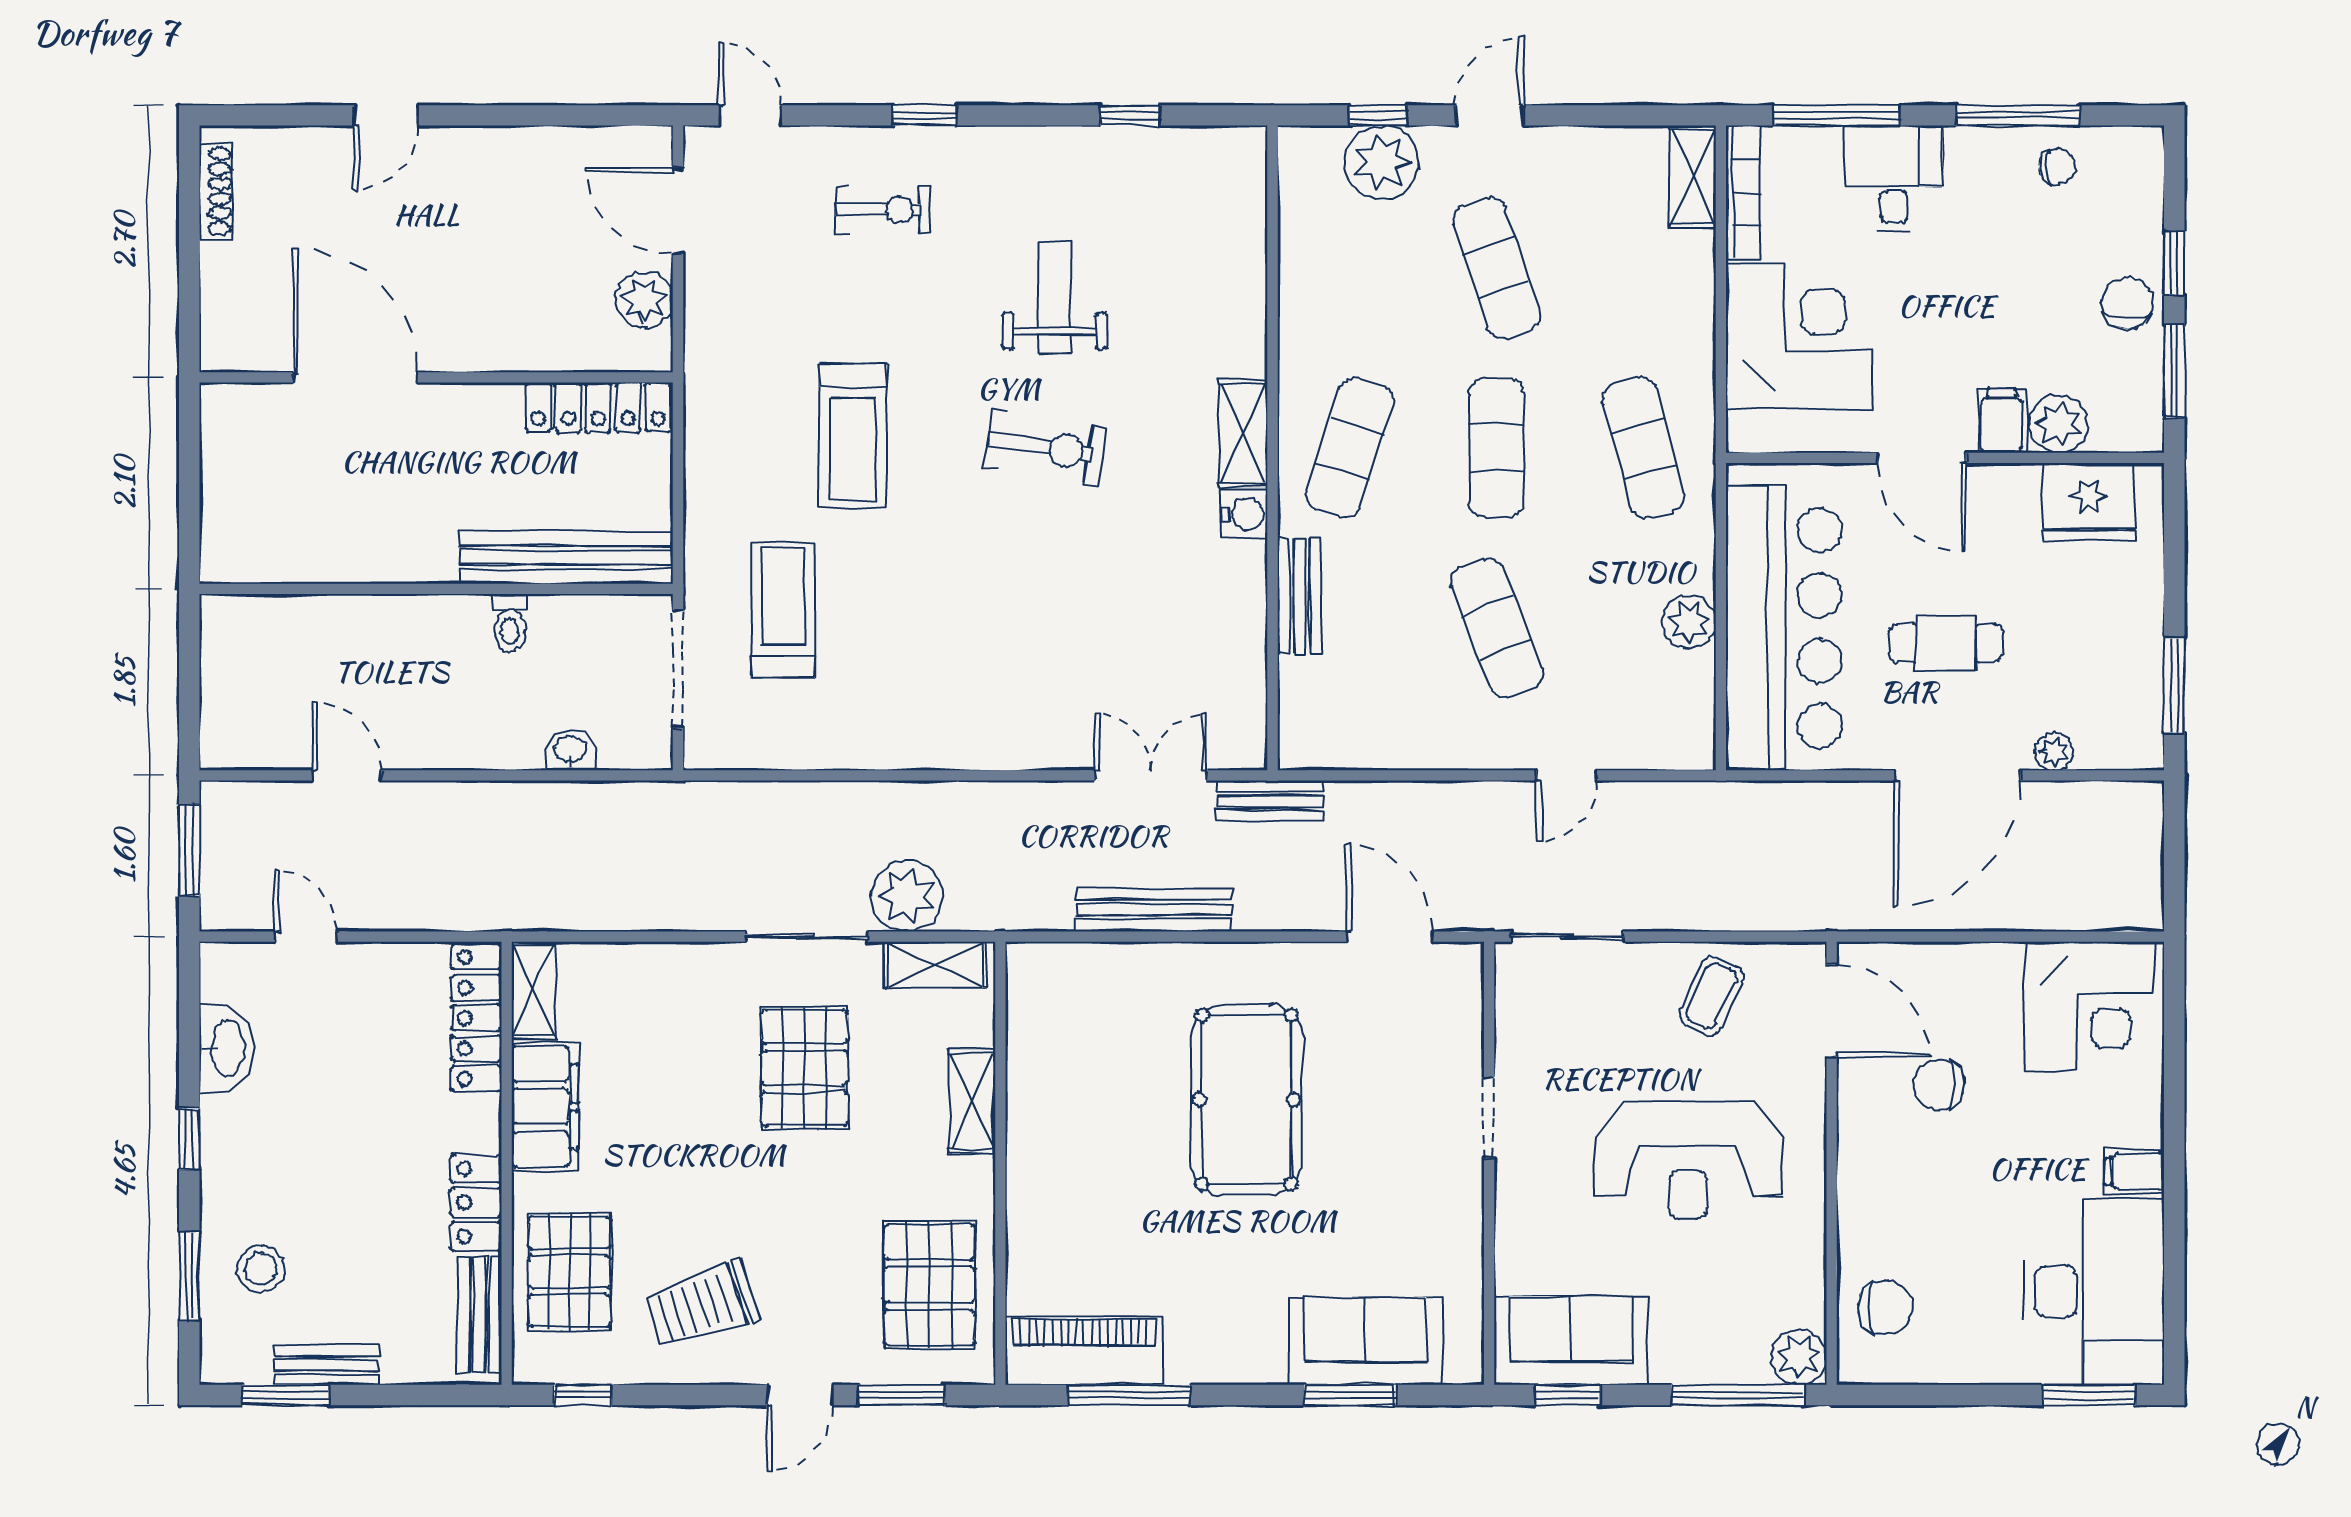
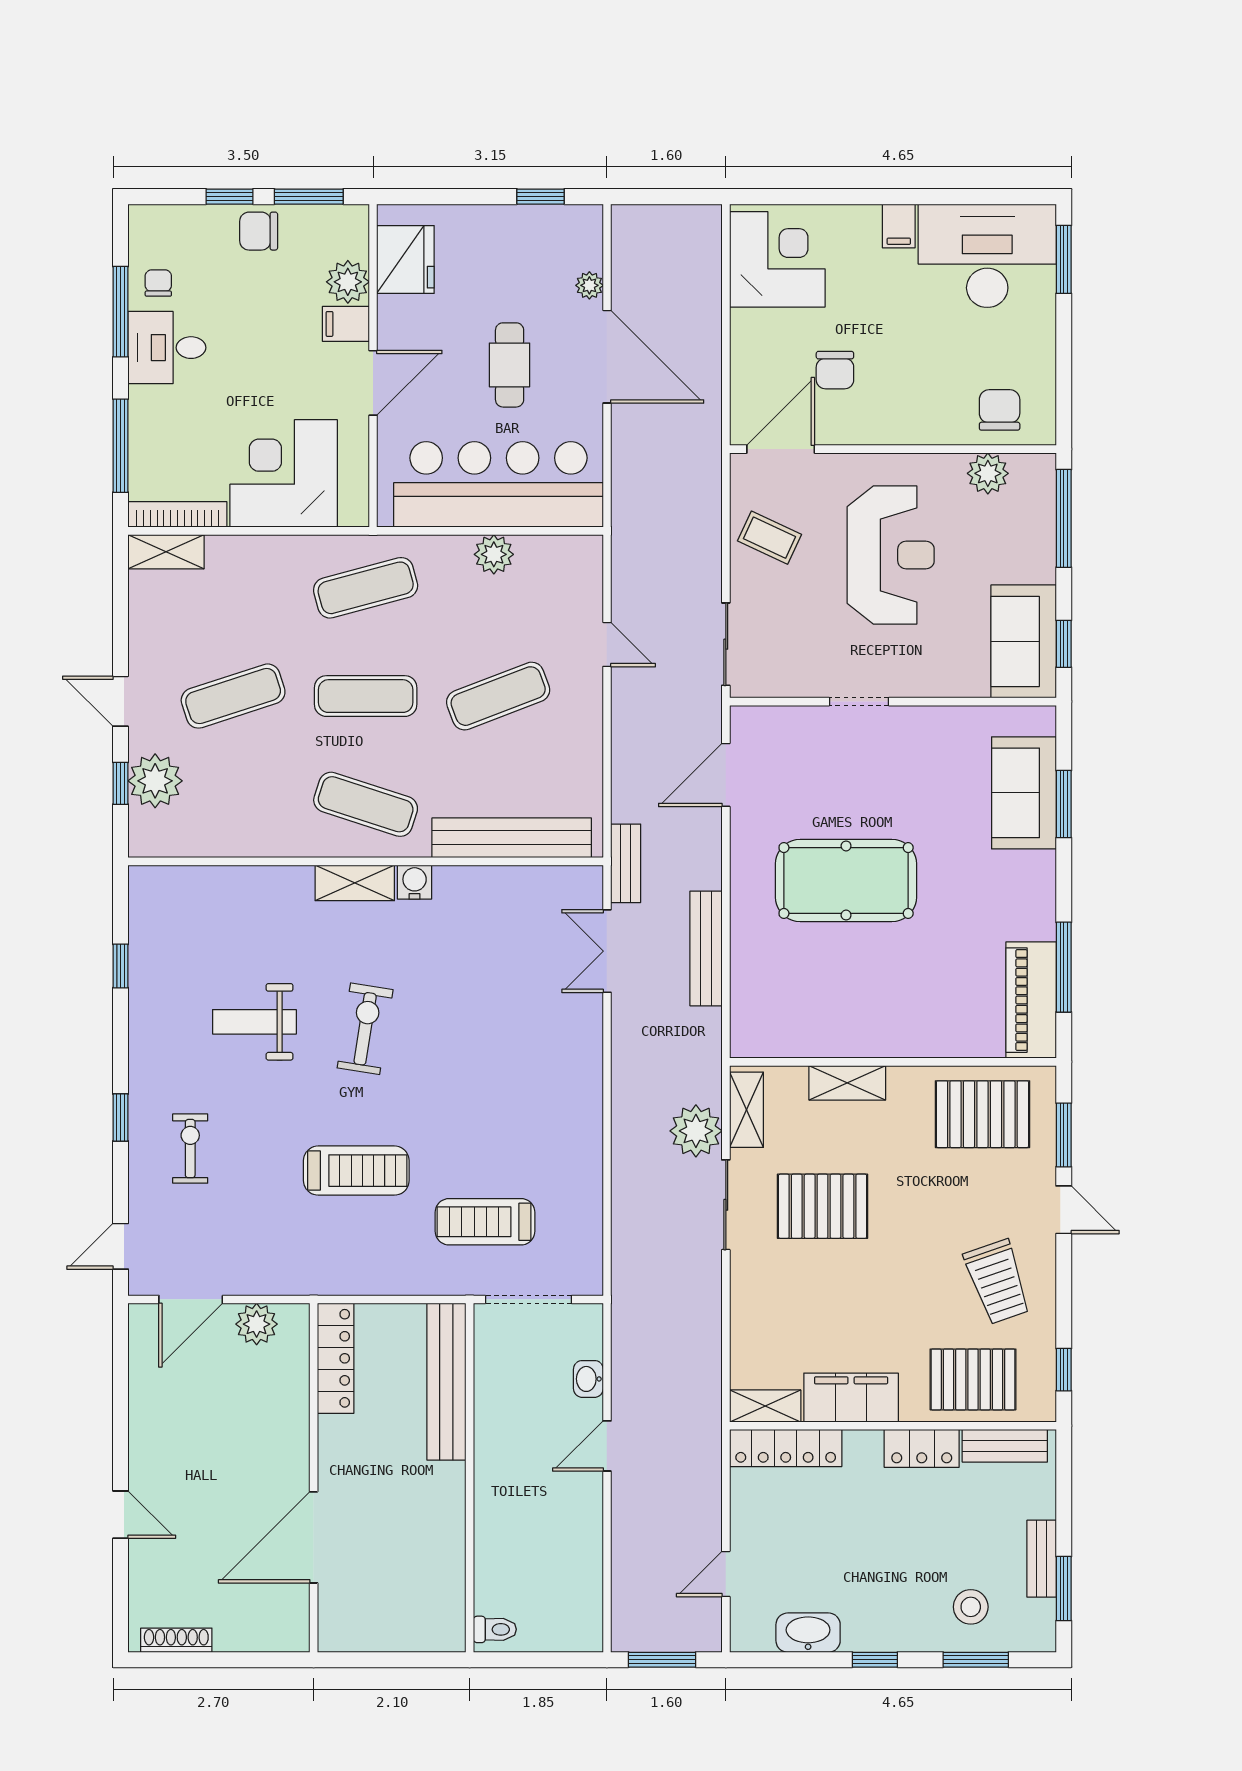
desk: (1894, 178) -> (167, 348), moved
bench: (1300, 596) -> (512, 838), width x1.86, depth x1.21
toilet: (510, 623) -> (495, 1629), moved
window: (2174, 685) -> (541, 197), width x0.67
door: (347, 775) -> (607, 1446), moved
plant: (1799, 1357) -> (988, 473), moved

